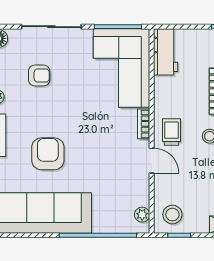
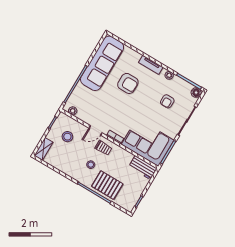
stool: (172, 215) -> (67, 137), moved

